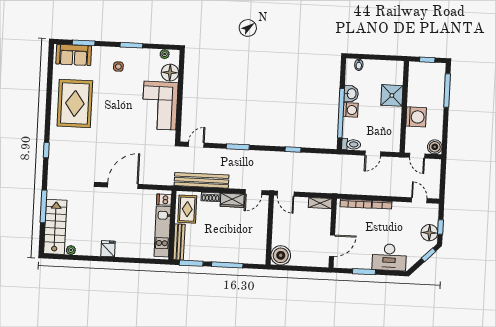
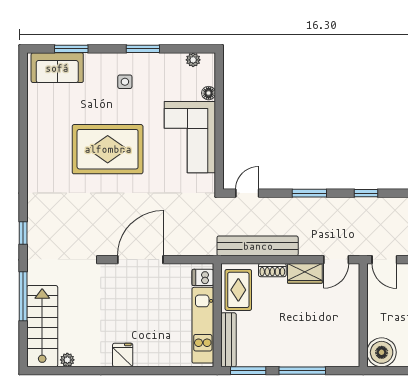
floor lamp: (170, 73) -> (209, 93), width x0.53, depth x0.53
rug: (75, 103) -> (108, 149), moved, turned 90
window: (46, 150) -> (23, 233), moved
window: (293, 150) -> (366, 193), moved

